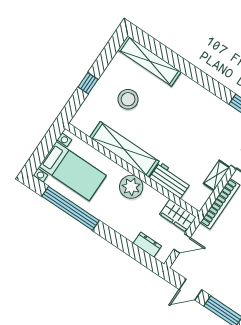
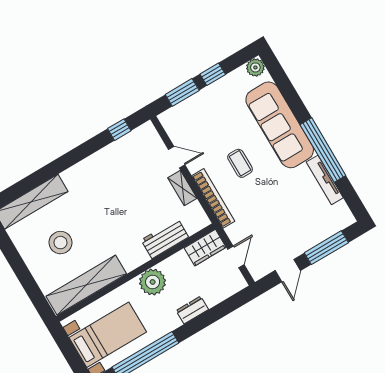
window: (88, 83) -> (24, 276), removed
shelving: (124, 149) -> (86, 285), moved
dresser: (147, 245) -> (192, 310), moved

